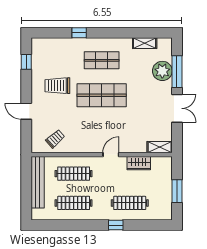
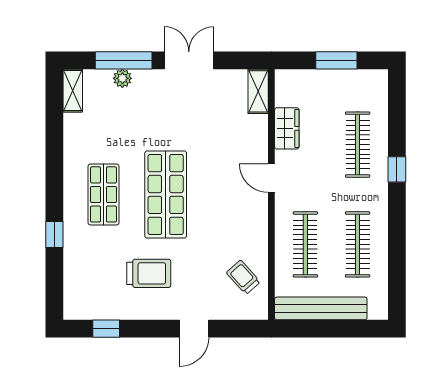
shelving: (145, 43) -> (73, 91), moved
plant: (162, 71) -> (122, 78), width x0.53, depth x0.53
trolley: (57, 86) -> (149, 273), turned -90

